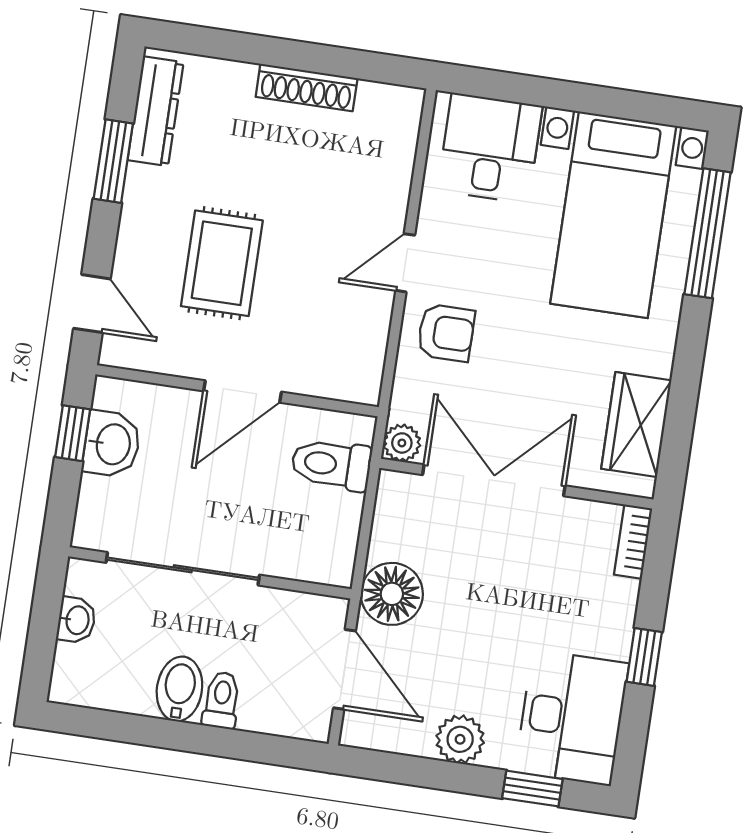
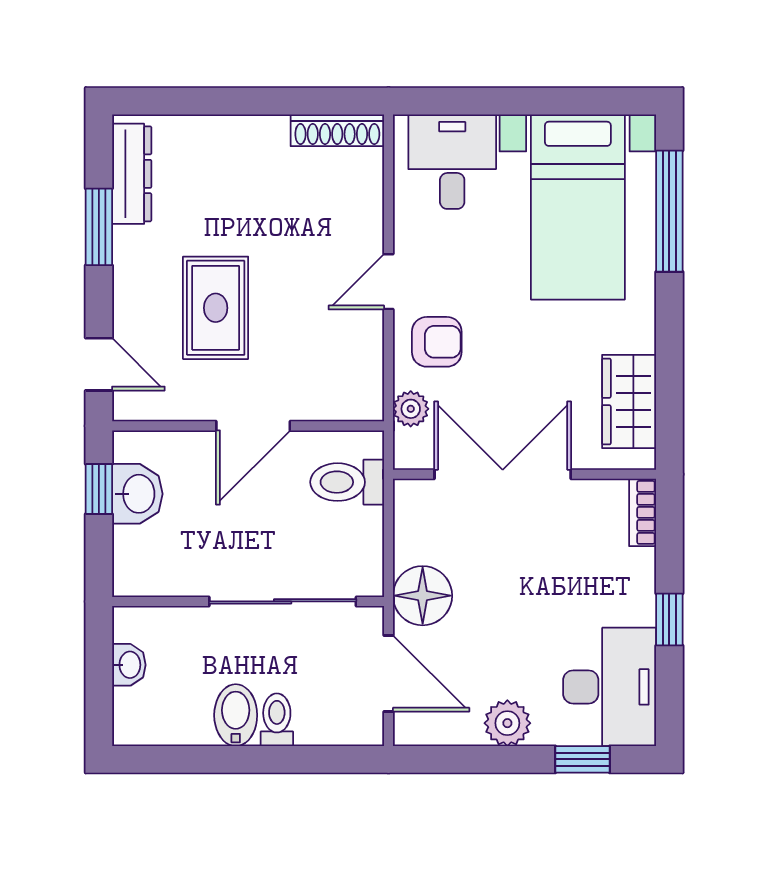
shoe rack: (307, 88) -> (337, 130), moved
plant: (402, 443) -> (411, 409), moved
sliding door: (183, 569) -> (283, 601), moved

